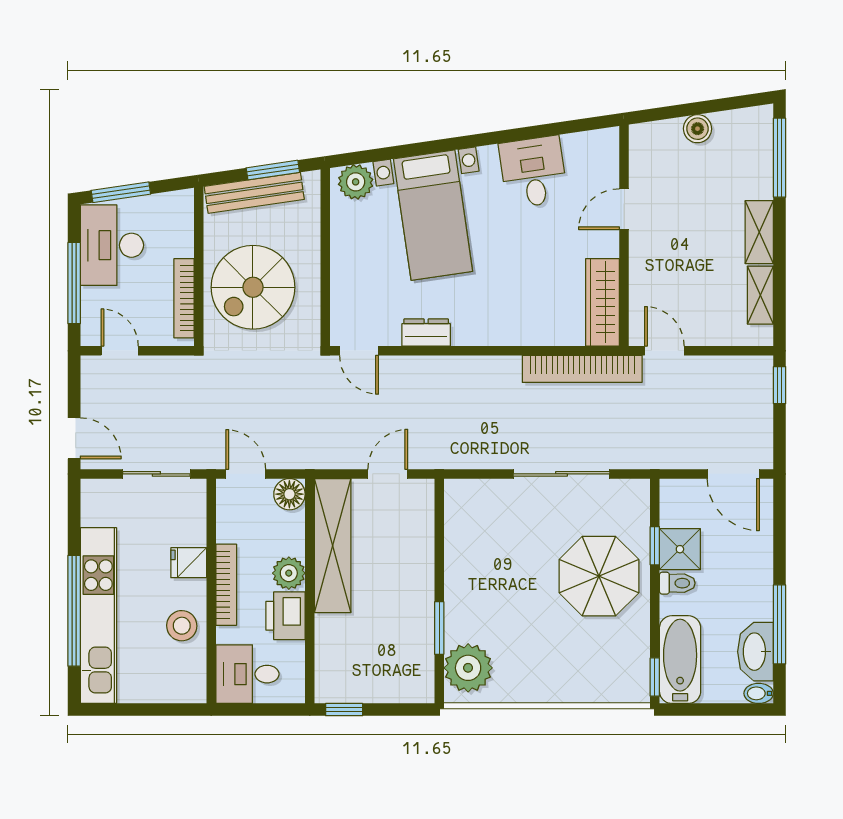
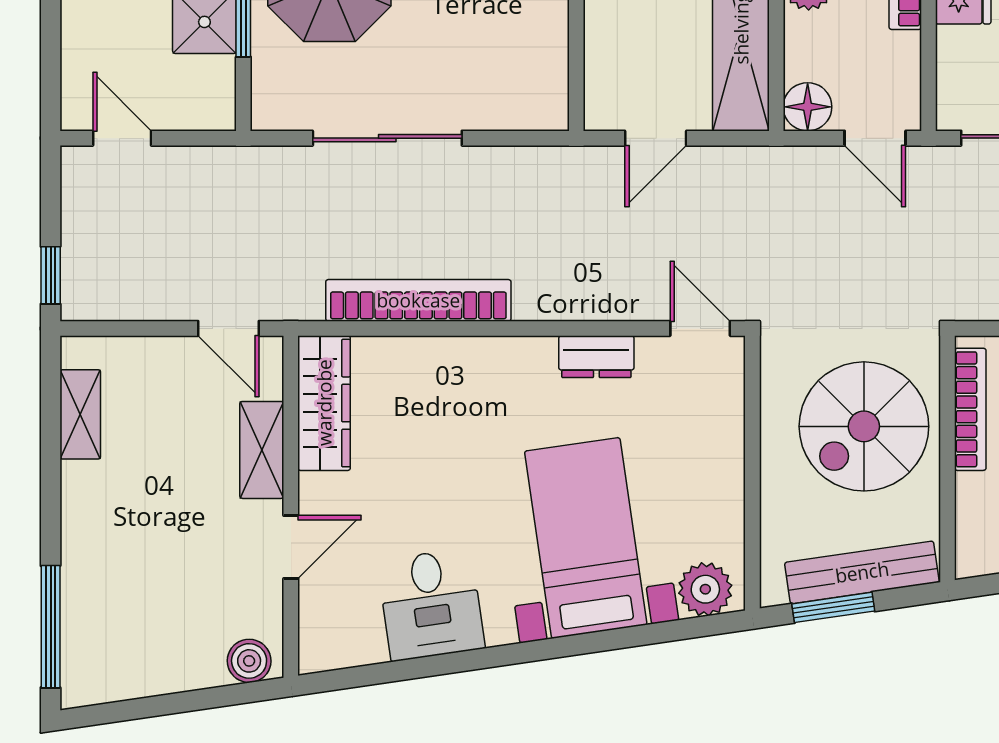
boiler: (698, 129) -> (249, 661), moved
shelving: (759, 232) -> (262, 450), moved
spiral stairs: (253, 287) -> (864, 426), turned 180
bookcase: (582, 369) -> (418, 300), moved
door: (733, 474) -> (122, 138), width x0.73

